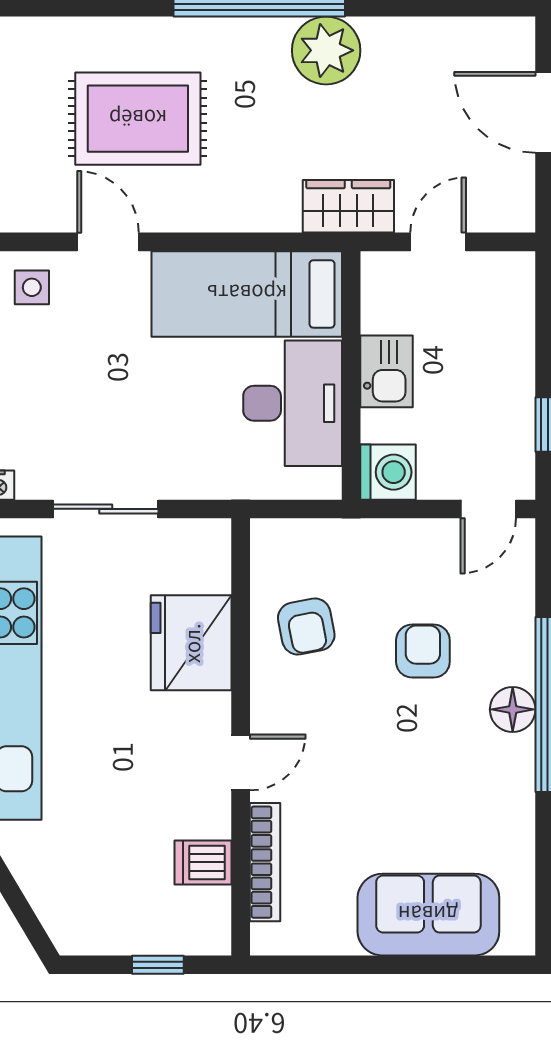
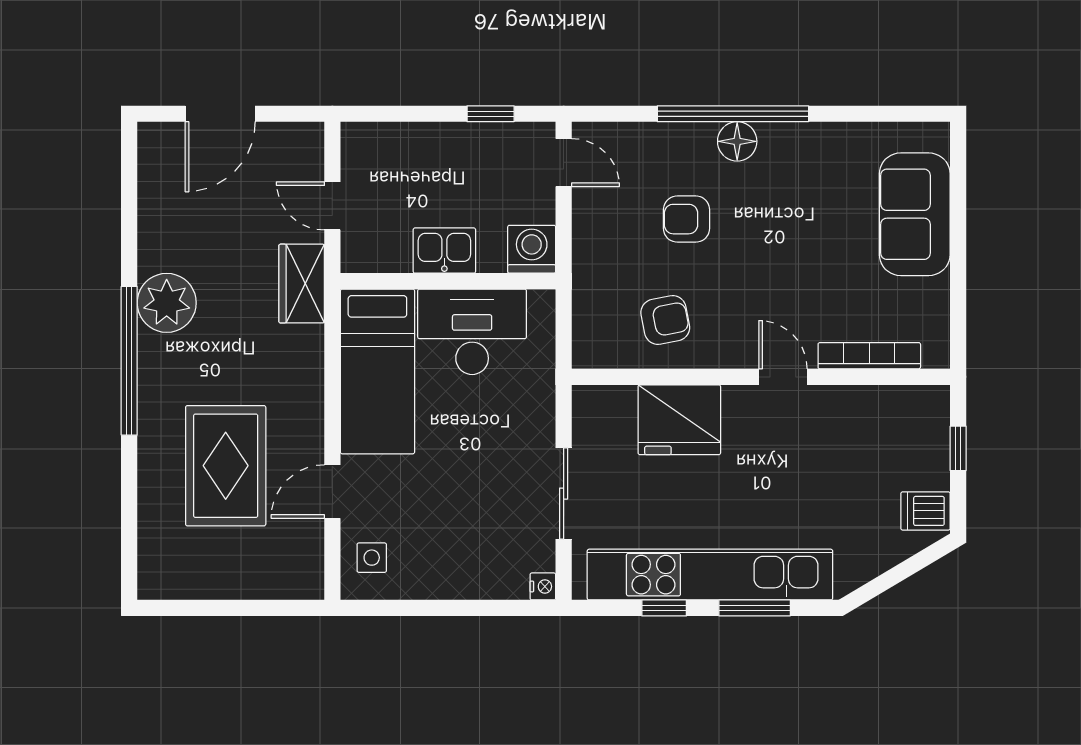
dishwasher: (203, 862) -> (926, 511), moved, turned 90

